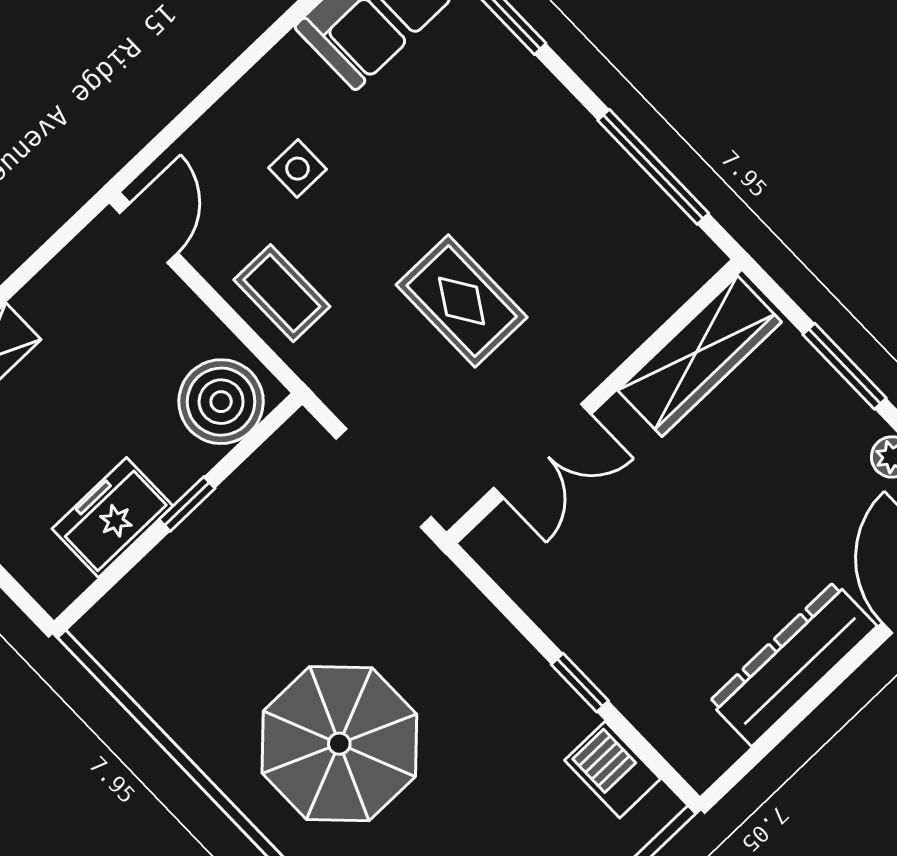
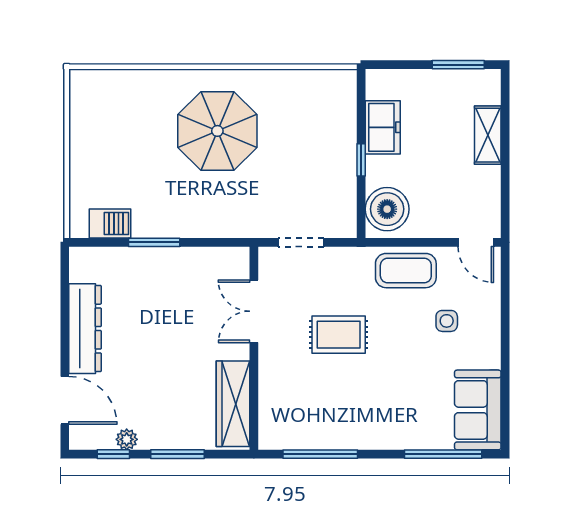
coffee table: (282, 293) -> (406, 271), width x1.36, depth x1.30
doorway: (383, 478) -> (301, 242), width x0.73
window: (580, 683) -> (154, 242), width x1.50

